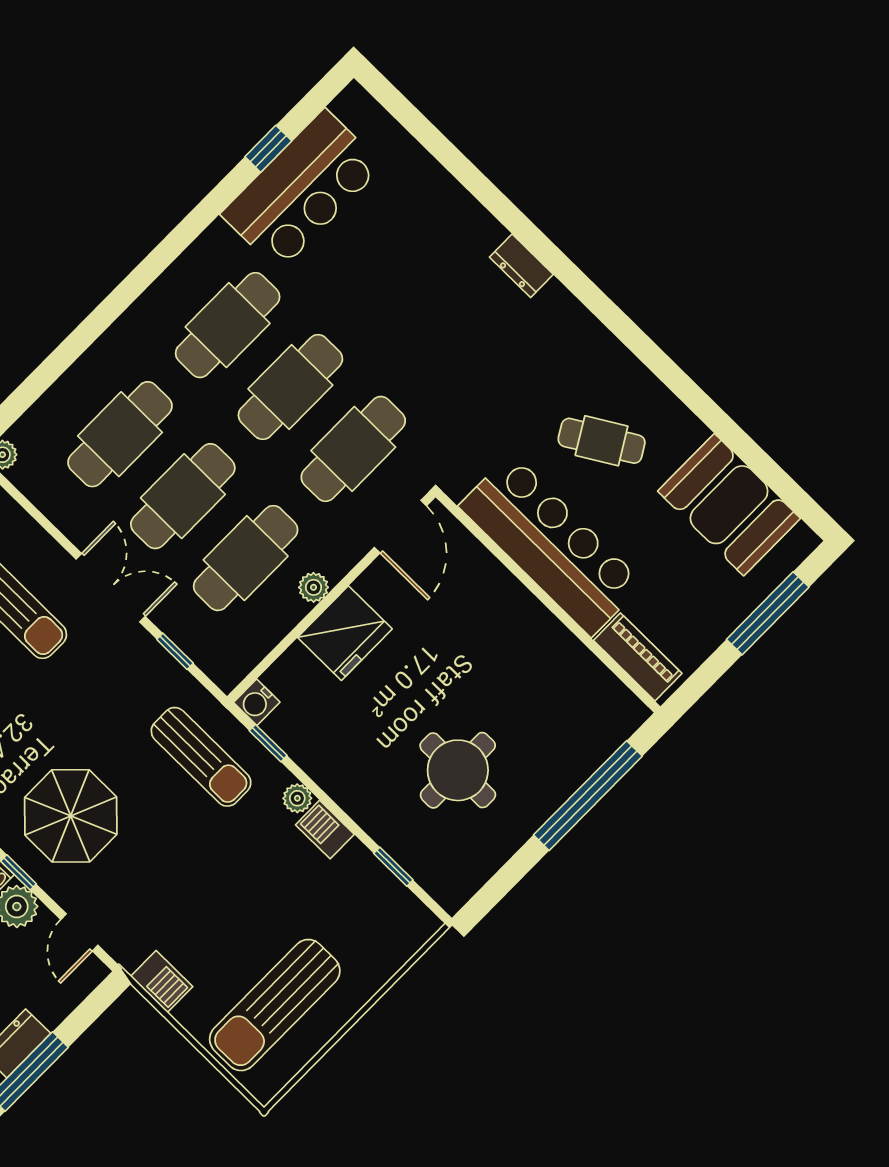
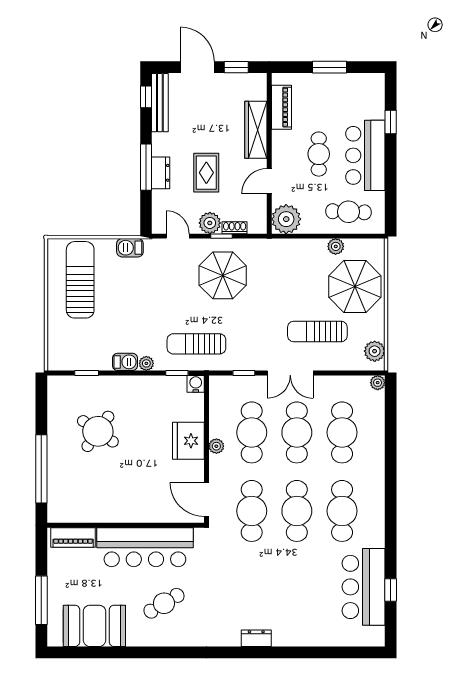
round table: (458, 770) -> (98, 431), turned 35

